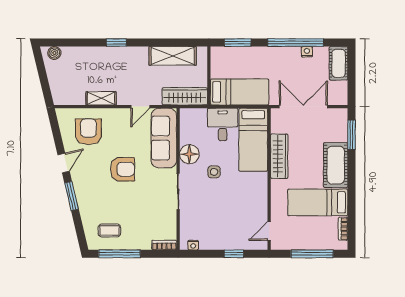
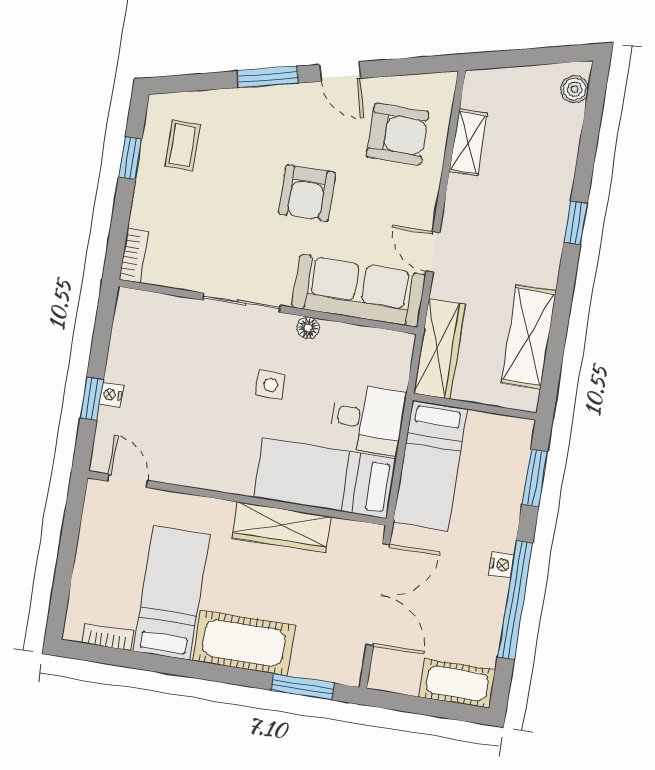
nightstand: (307, 52) -> (501, 565), moved
shelving: (101, 98) -> (468, 143), moved
floor lamp: (189, 154) -> (308, 328), width x0.53, depth x0.53
nightstand: (193, 245) -> (111, 395), moved
window: (119, 254) -> (130, 158), width x0.46
window: (312, 254) -> (65, 564), removed

